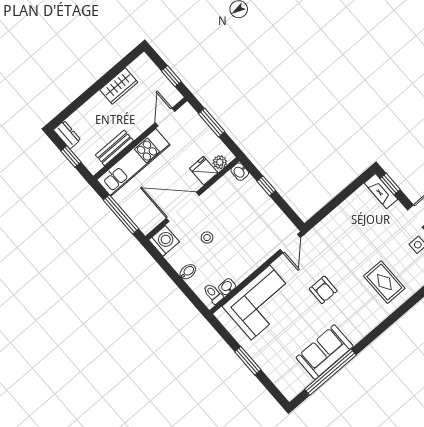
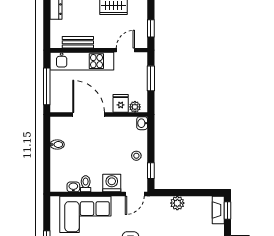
window: (71, 157) -> (47, 24), removed
window: (266, 186) -> (151, 171), moved
plant: (337, 218) -> (177, 203), added
stool: (207, 238) -> (136, 156), moved
washing machine: (164, 241) -> (112, 183), moved, turned -90
bidet: (188, 272) -> (57, 144), moved
toilet: (213, 294) -> (86, 184), moved

